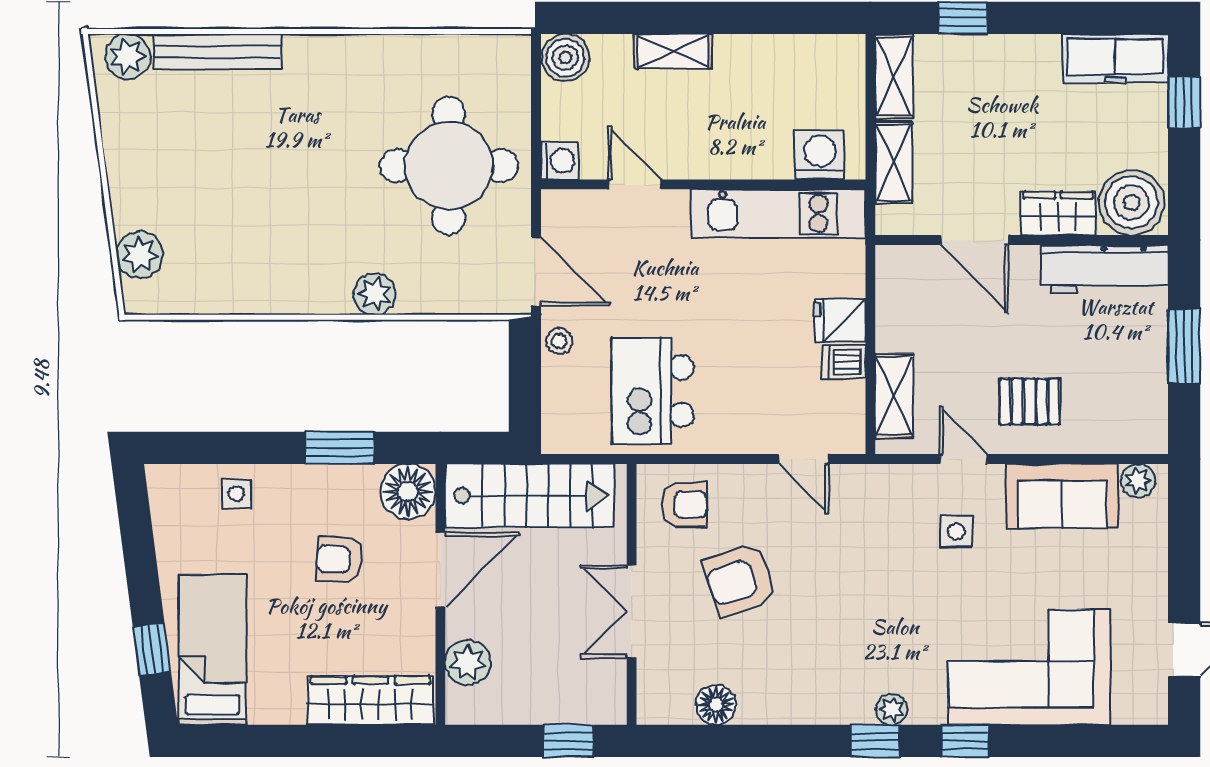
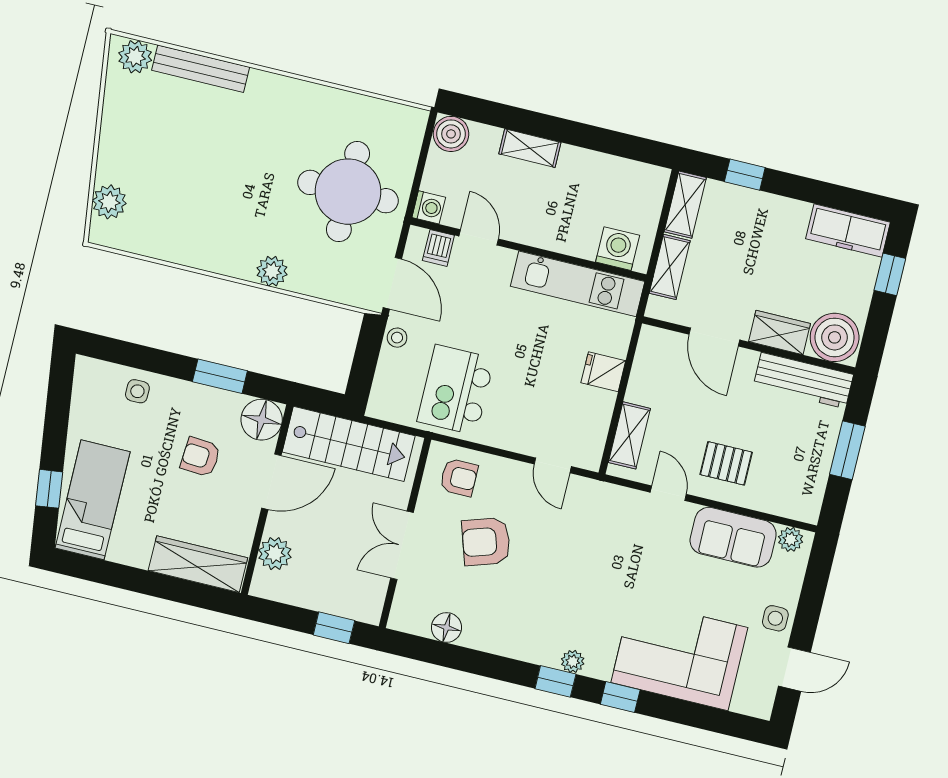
dishwasher: (844, 362) -> (438, 248), moved, turned -90
side table: (956, 531) -> (775, 618), moved

